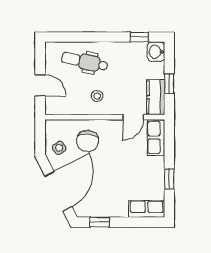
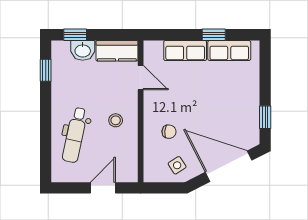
washbasin: (156, 52) -> (83, 50), moved
window: (169, 84) -> (75, 35), moved
row of seats: (156, 137) -> (185, 51), moved
chair: (88, 141) -> (169, 132), width x0.54, depth x0.54
row of seats: (147, 209) -> (229, 50), moved, turned -90

